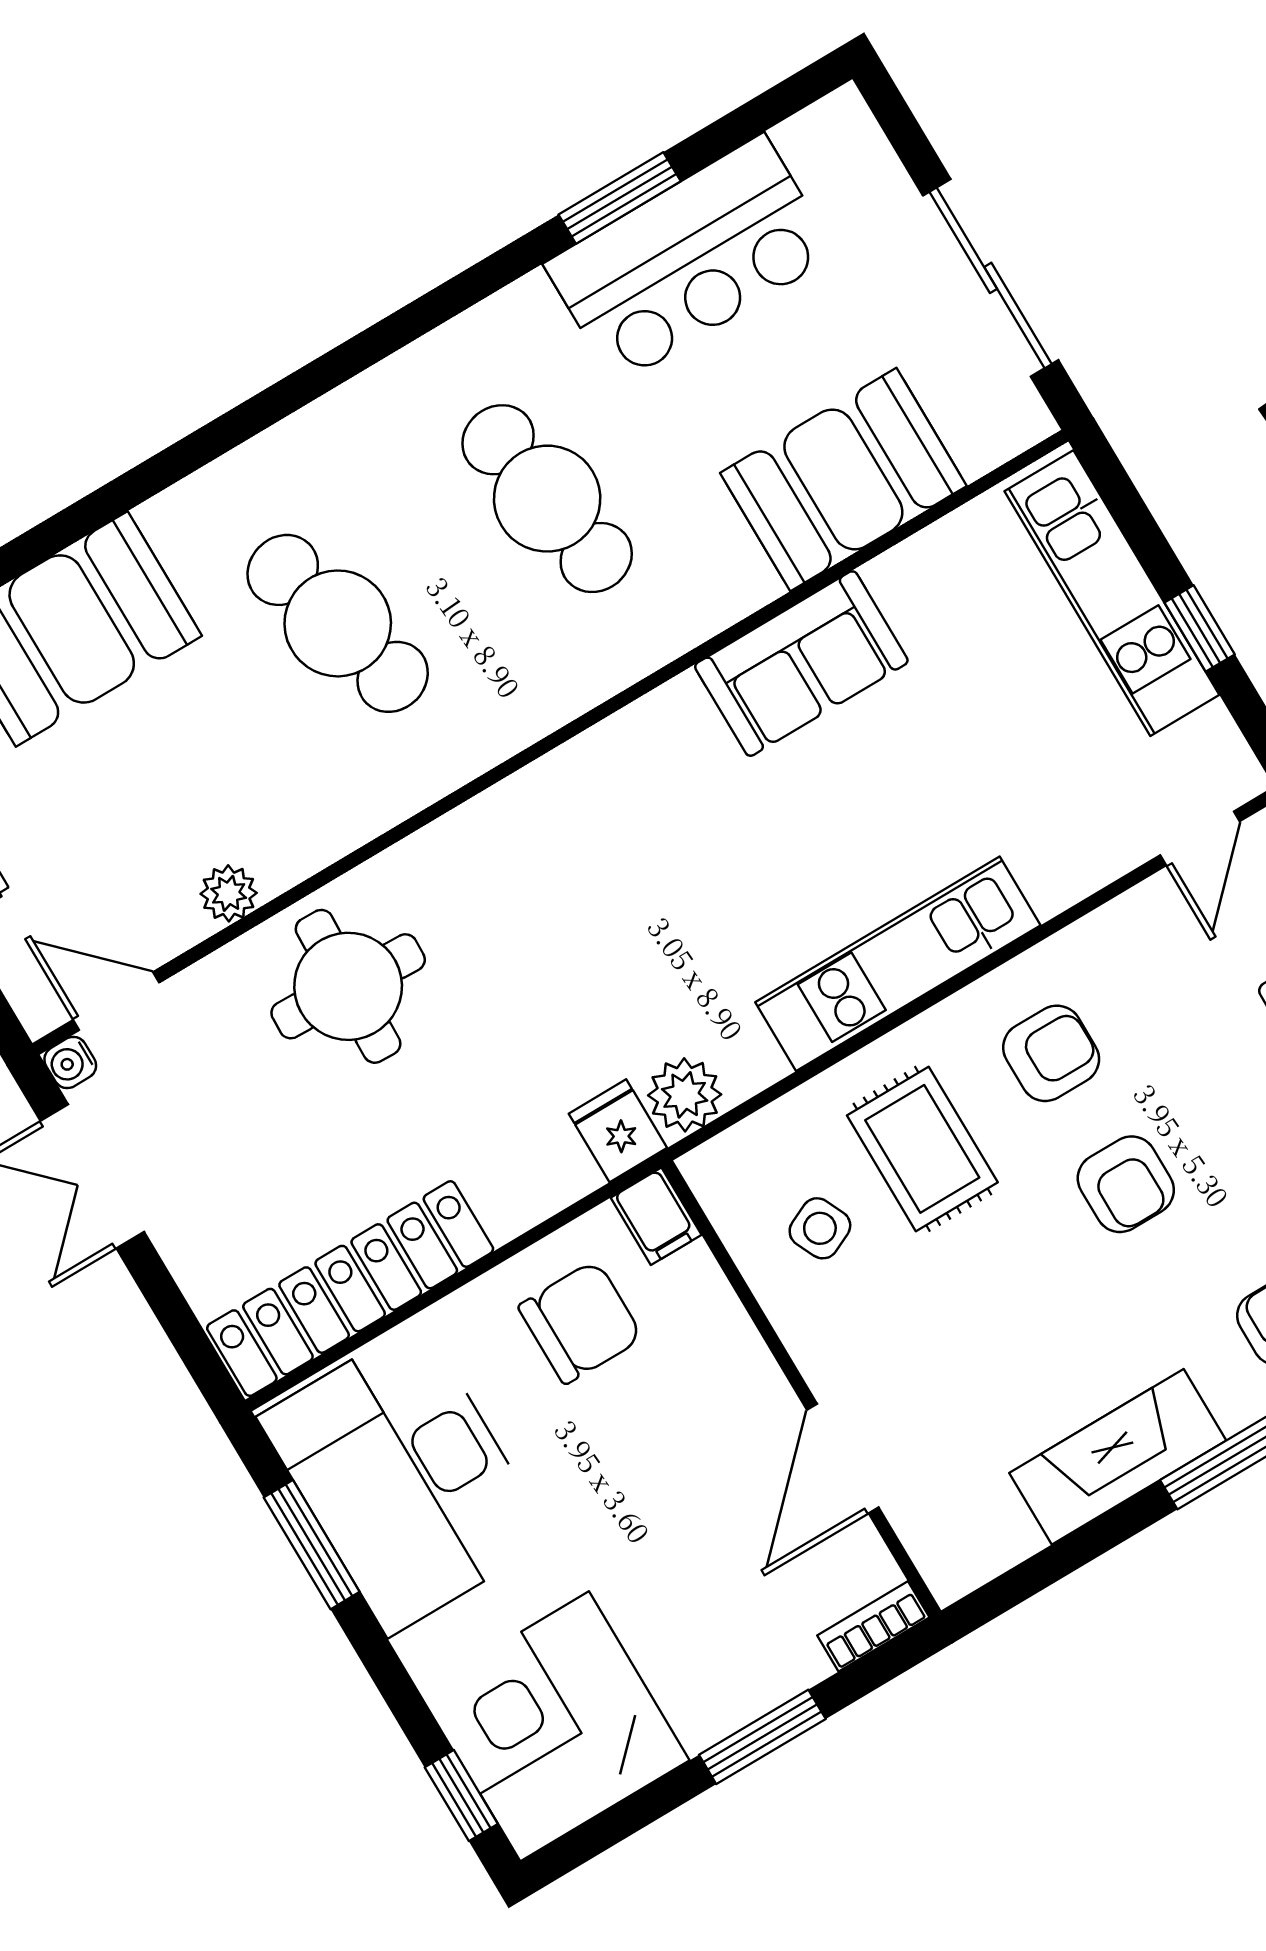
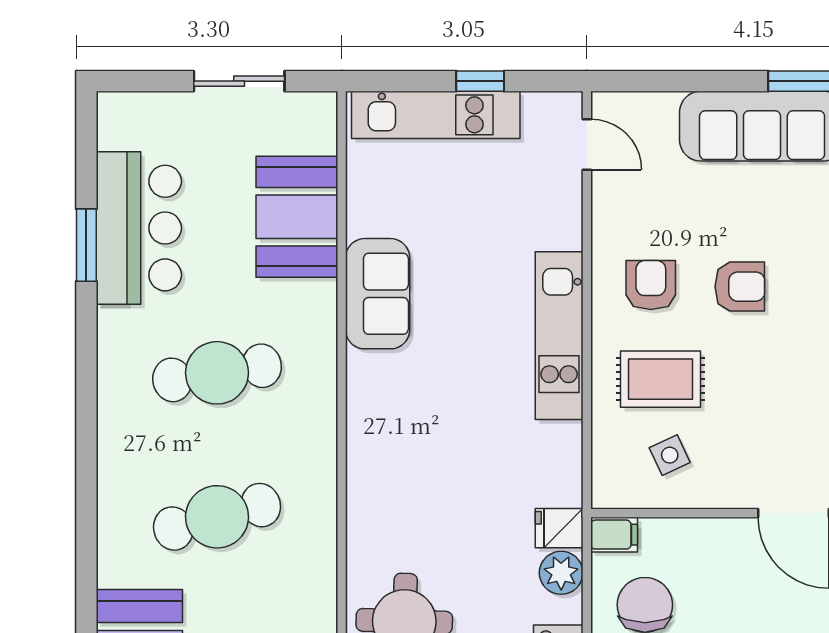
sliding door: (991, 278) -> (239, 81), width x0.73
plant: (685, 1095) -> (561, 573), moved

